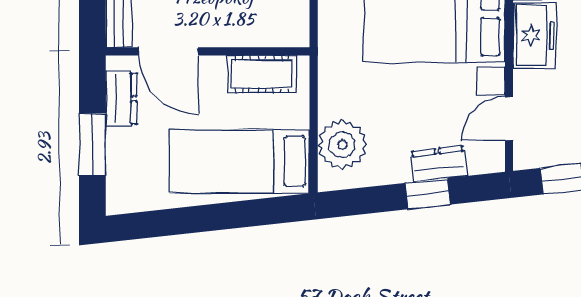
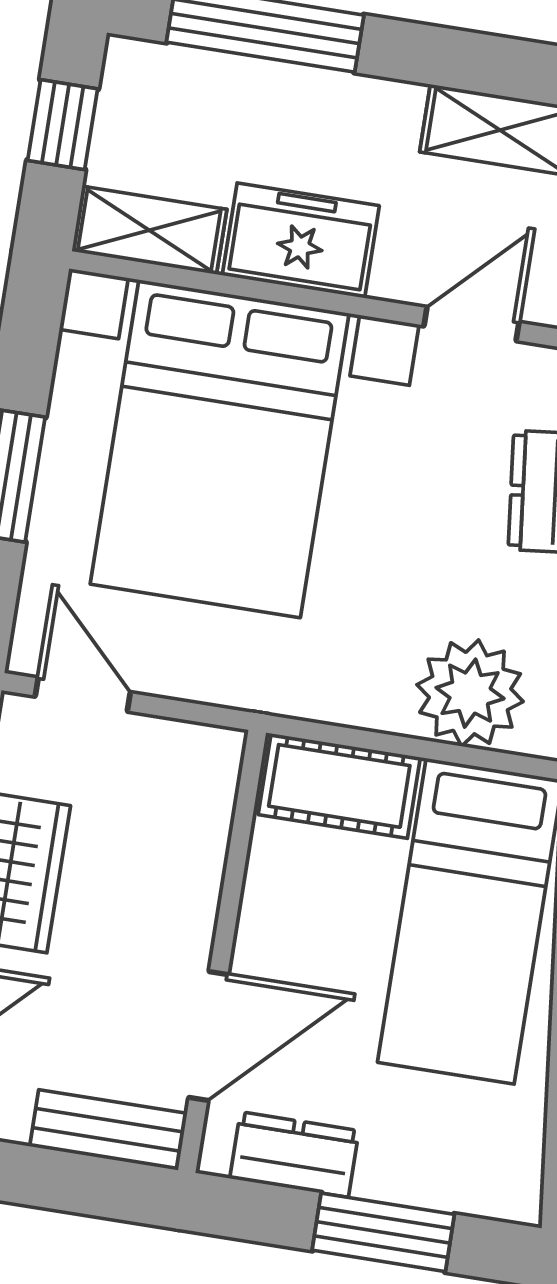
cot: (262, 74) -> (339, 786), moved, turned 90
door: (509, 119) -> (471, 324), swing flipped

